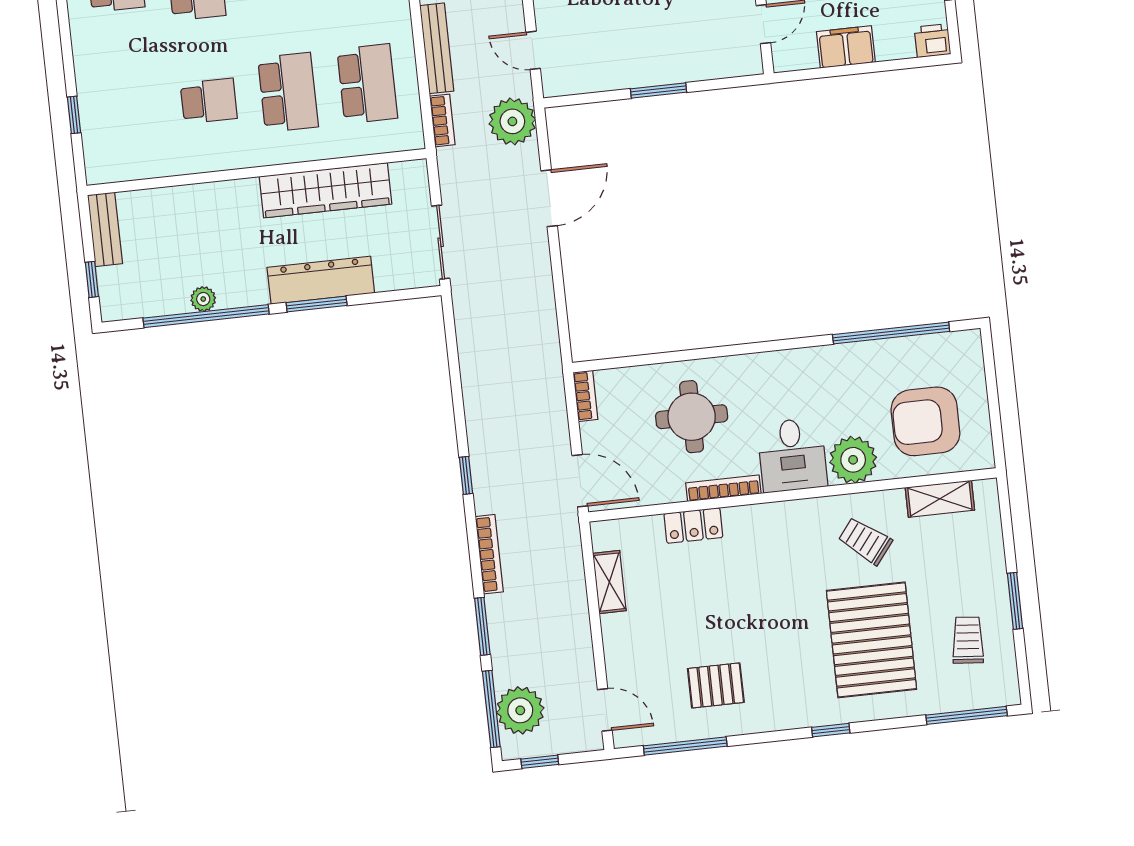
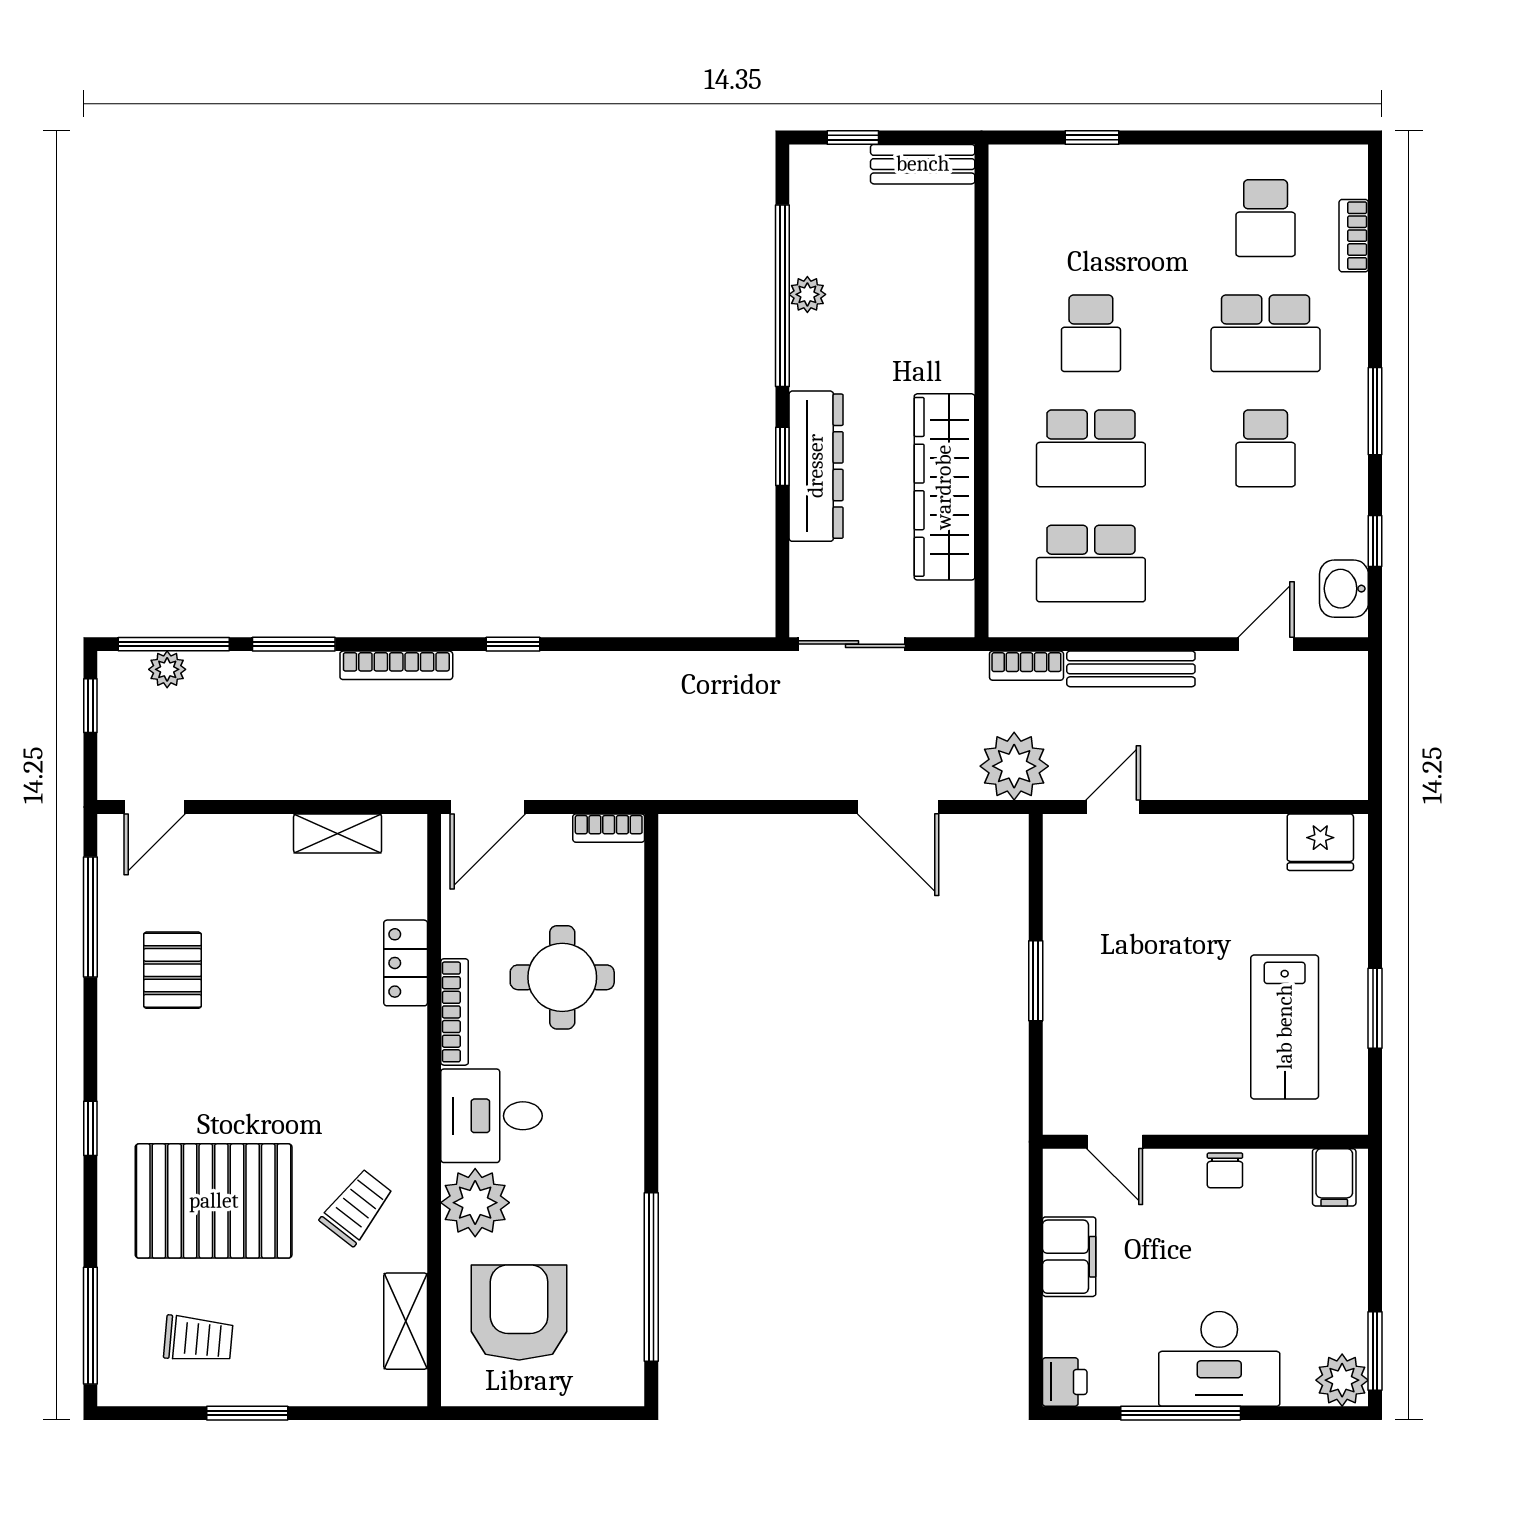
window: (317, 304) -> (782, 456), width x0.67
plant: (520, 710) -> (167, 669), width x0.53, depth x0.53

